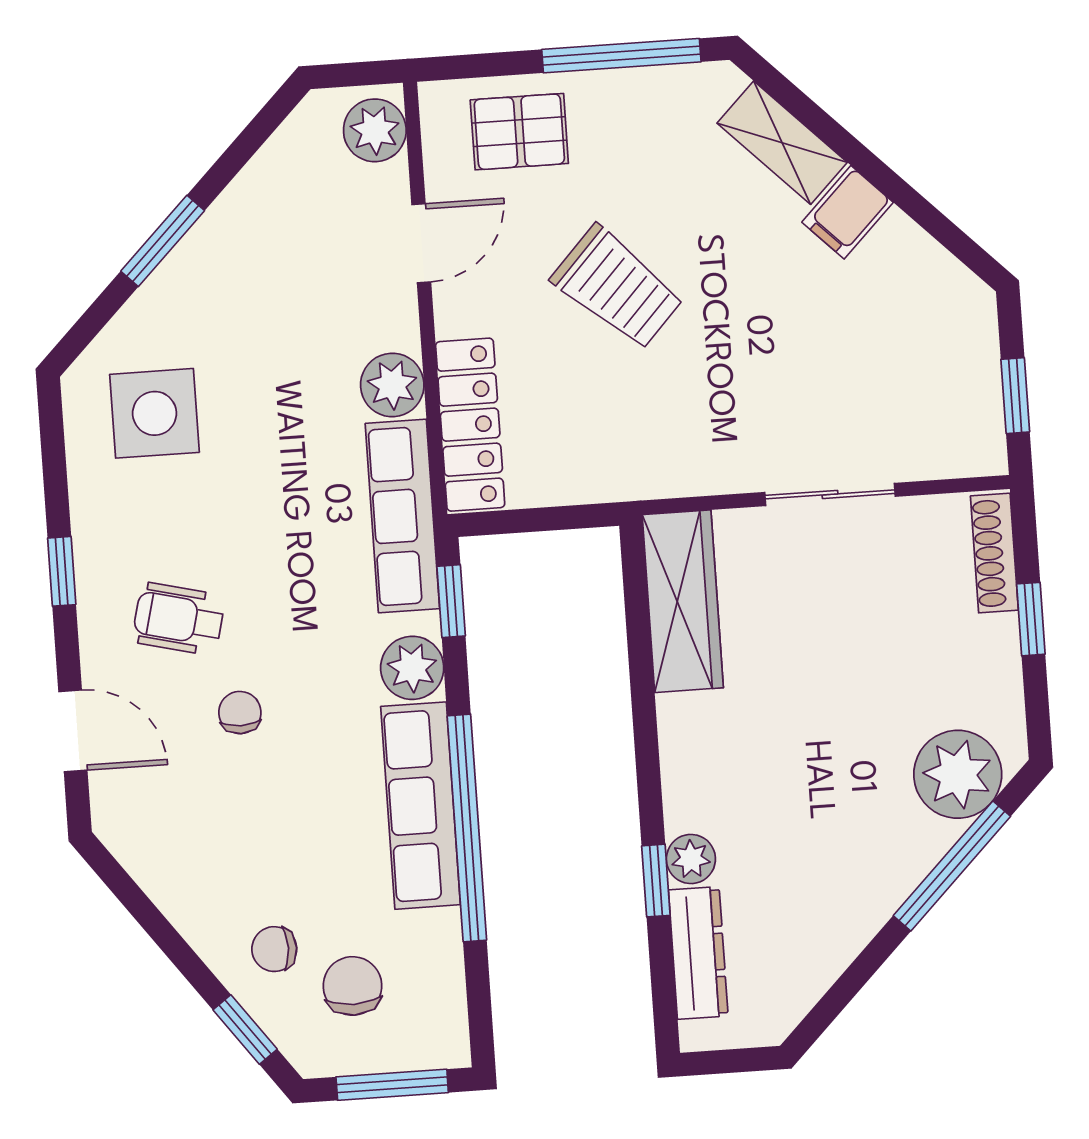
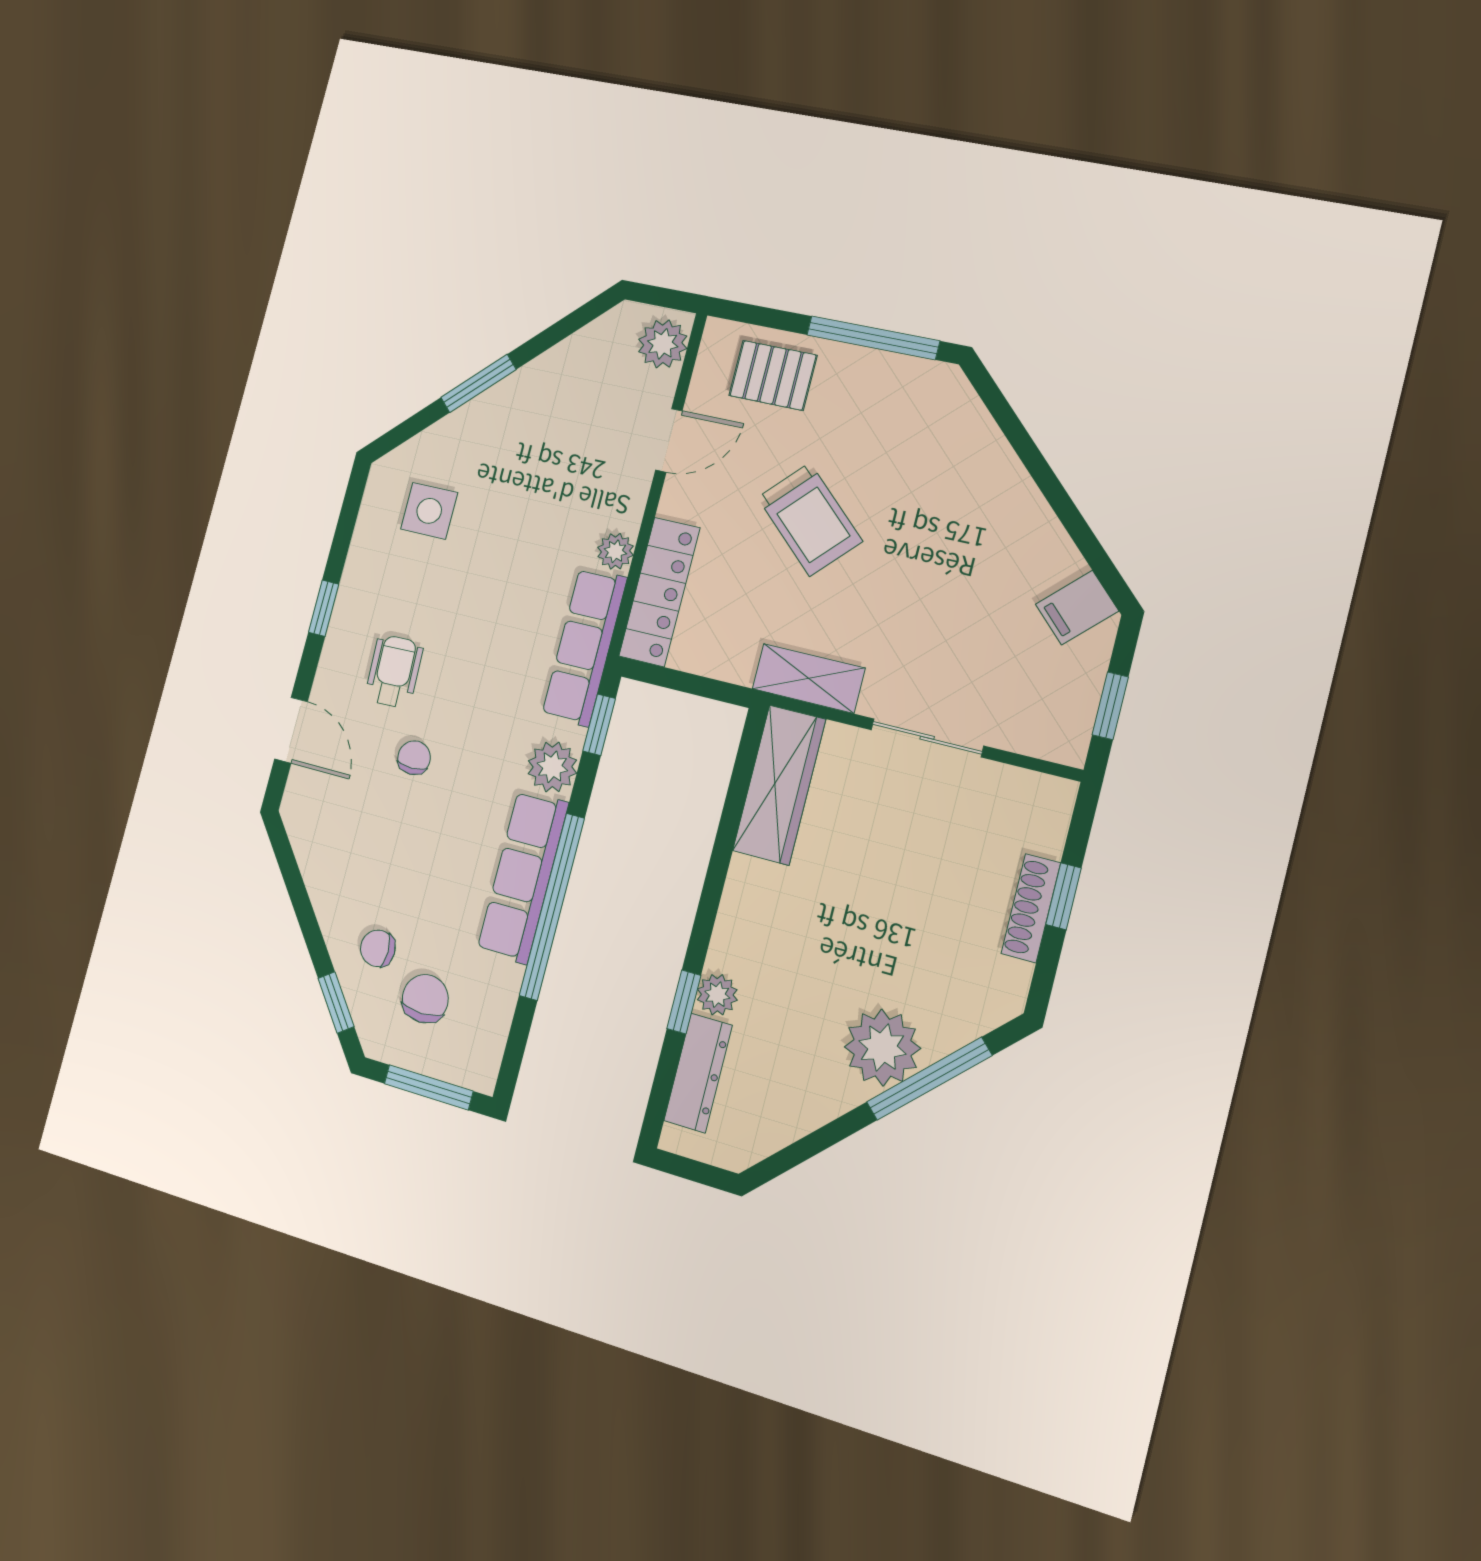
shelving: (782, 143) -> (809, 678), moved, turned -45
filing cabinet: (848, 212) -> (1077, 608), moved
plant: (392, 385) -> (615, 551), width x0.73, depth x0.73
side table: (155, 413) -> (429, 511), width x0.73, depth x0.73
shoe rack: (994, 553) -> (1031, 908), moved
wheelchair: (179, 619) -> (394, 671), turned 74
plant: (958, 774) -> (882, 1048), moved

